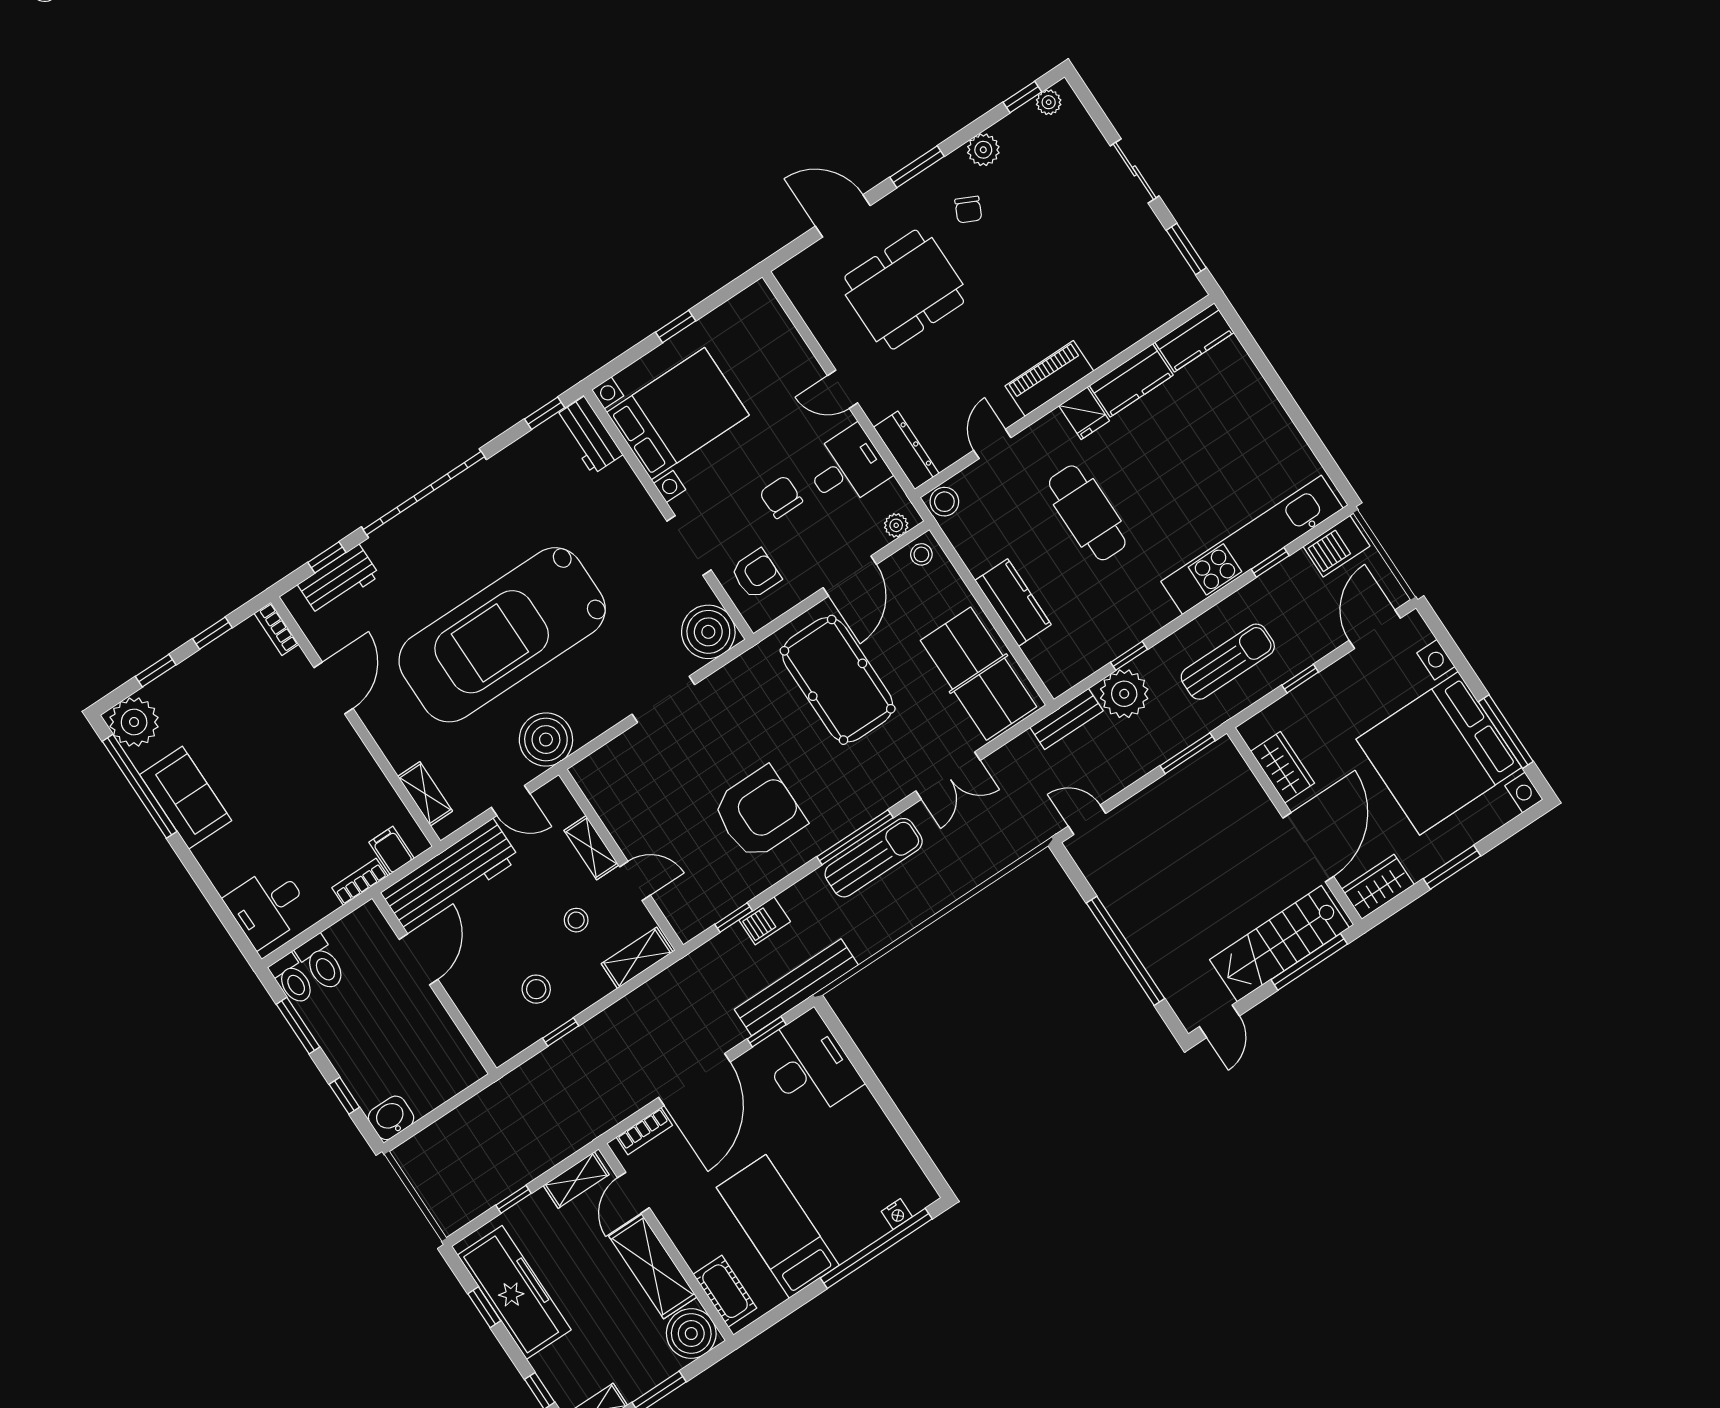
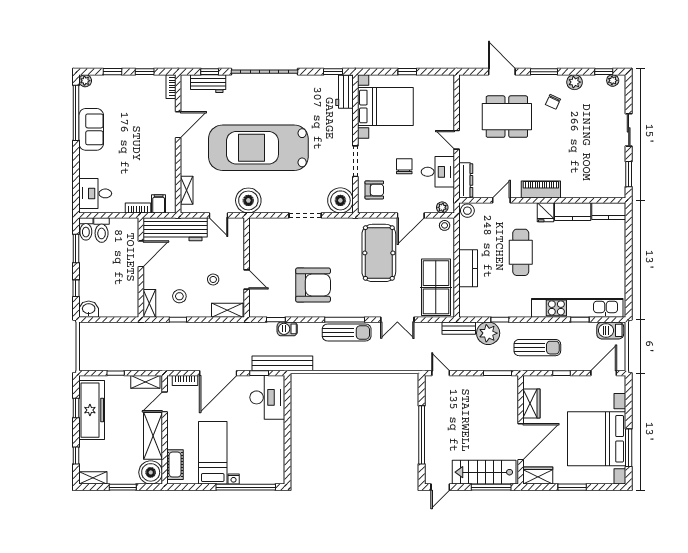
plant: (134, 722) -> (85, 81), width x0.53, depth x0.53
shelving: (591, 848) -> (149, 303), moved
nightstand: (897, 1214) -> (234, 479), moved

